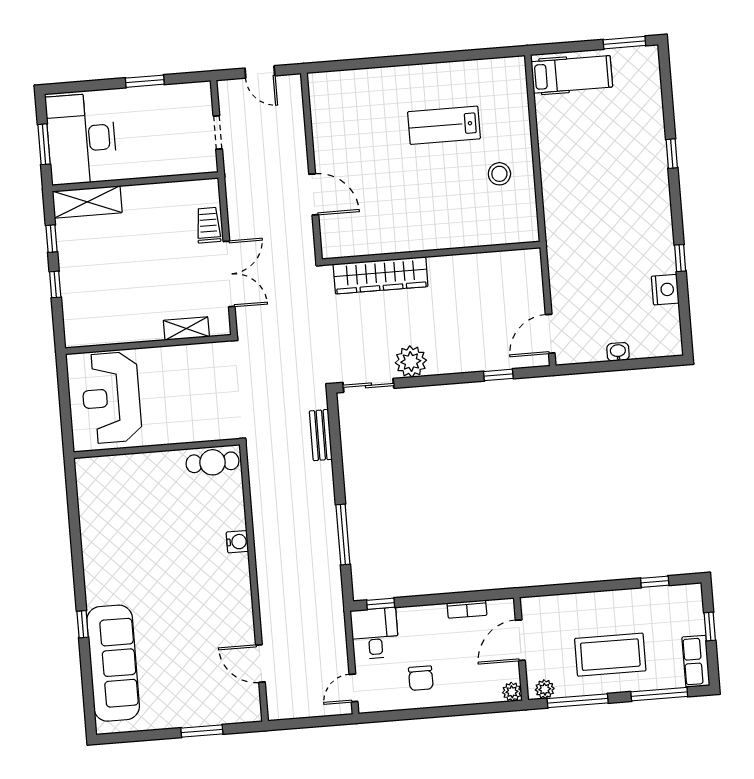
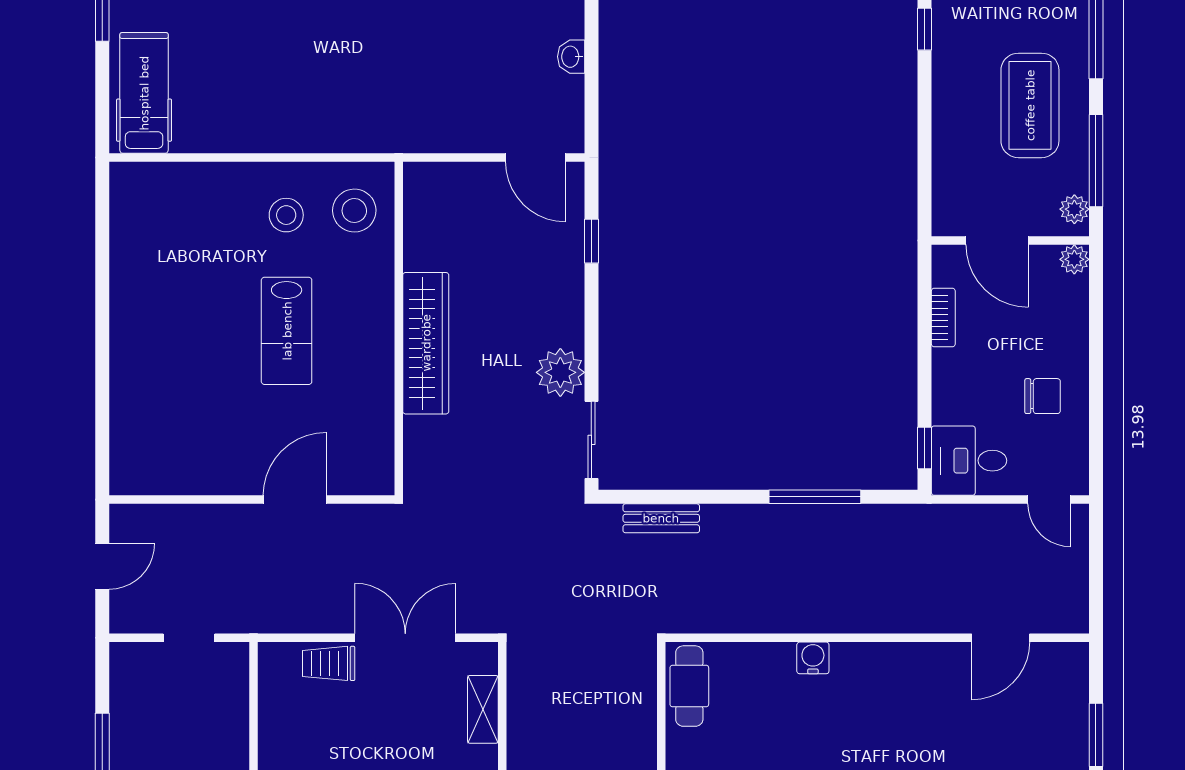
lab bench: (444, 125) -> (287, 331), moved
stool: (506, 218) -> (354, 211), added
wardrobe: (381, 275) -> (426, 343), moved

